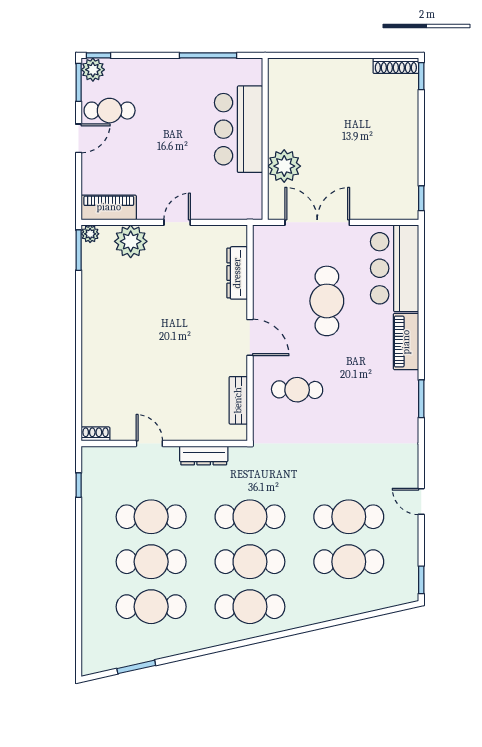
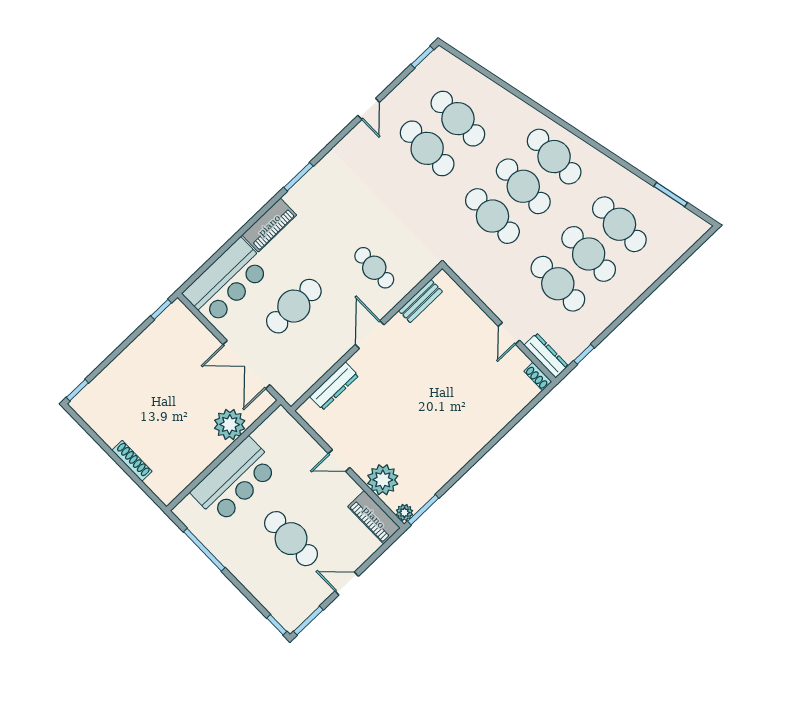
shoe rack: (396, 66) -> (132, 461), moved
plant: (93, 70) -> (290, 619), removed
cafe table: (110, 111) -> (291, 539), moved, width x1.37, depth x1.35
dresser: (204, 456) -> (546, 355), moved

